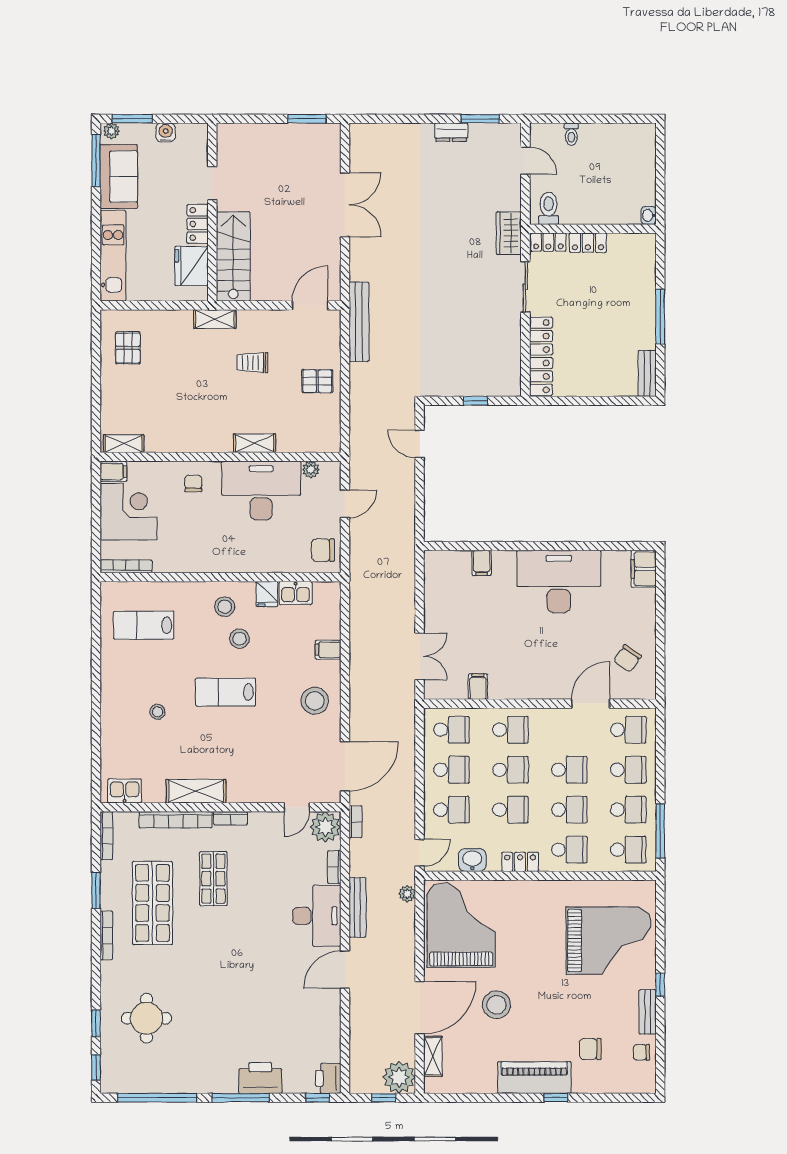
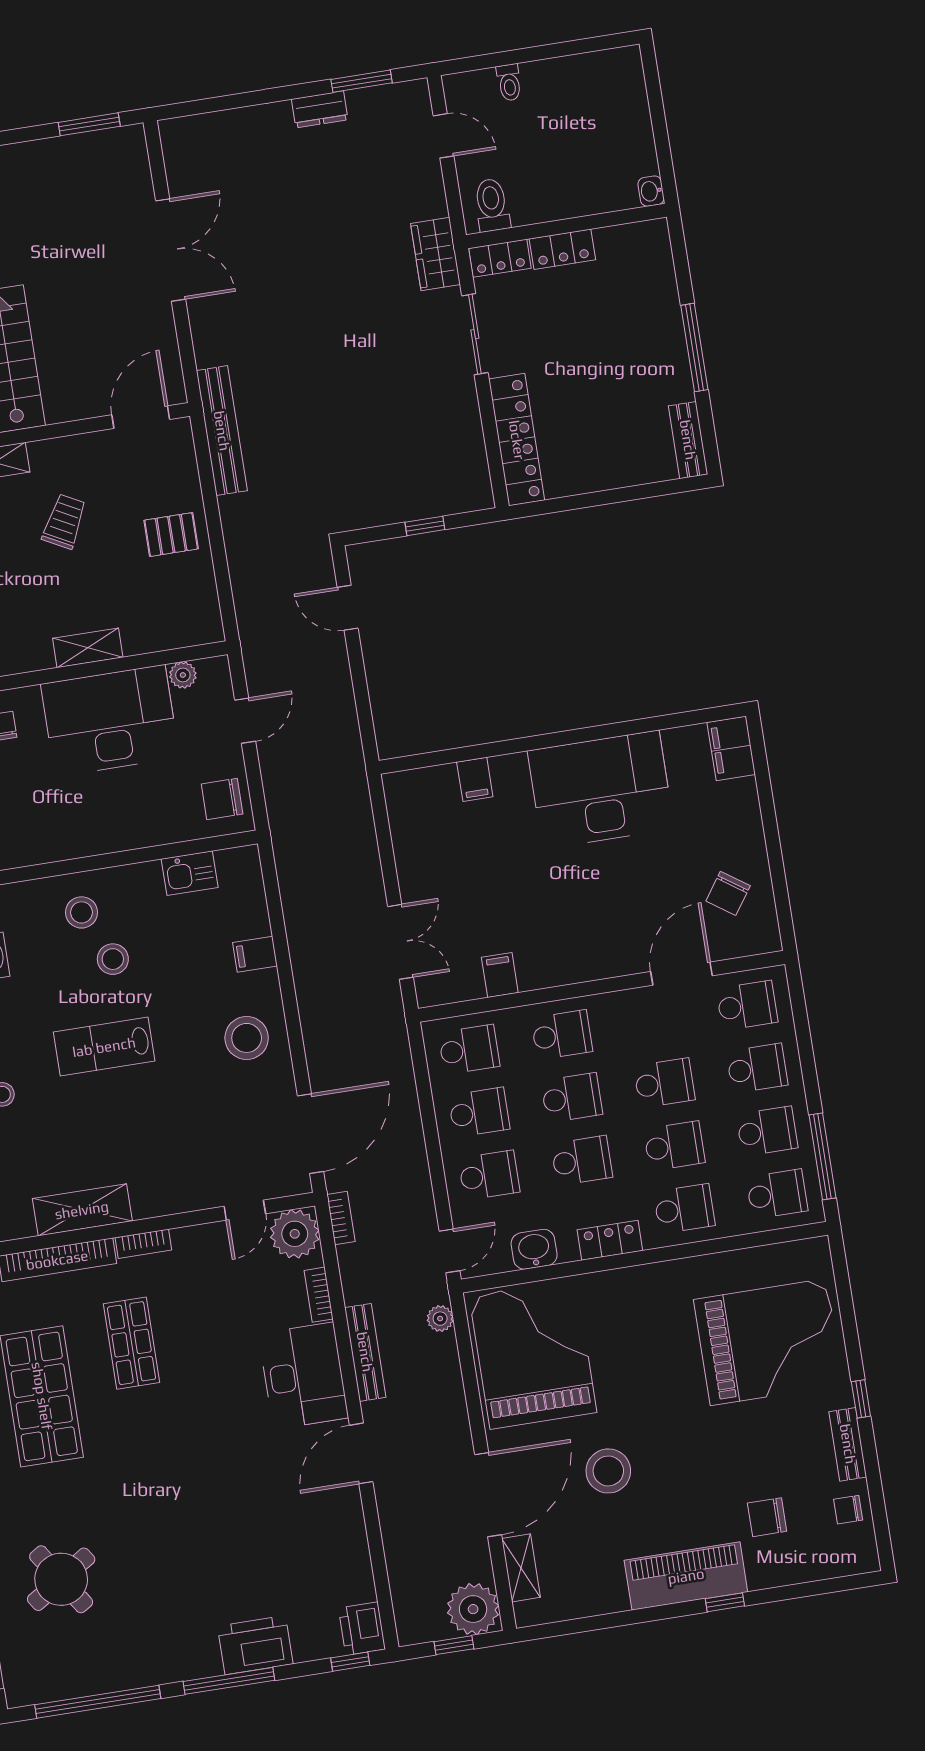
trolley: (252, 363) -> (64, 521), turned 118
fridge: (267, 594) -> (145, 882), removed
round table: (147, 1018) -> (61, 1579), turned -33

